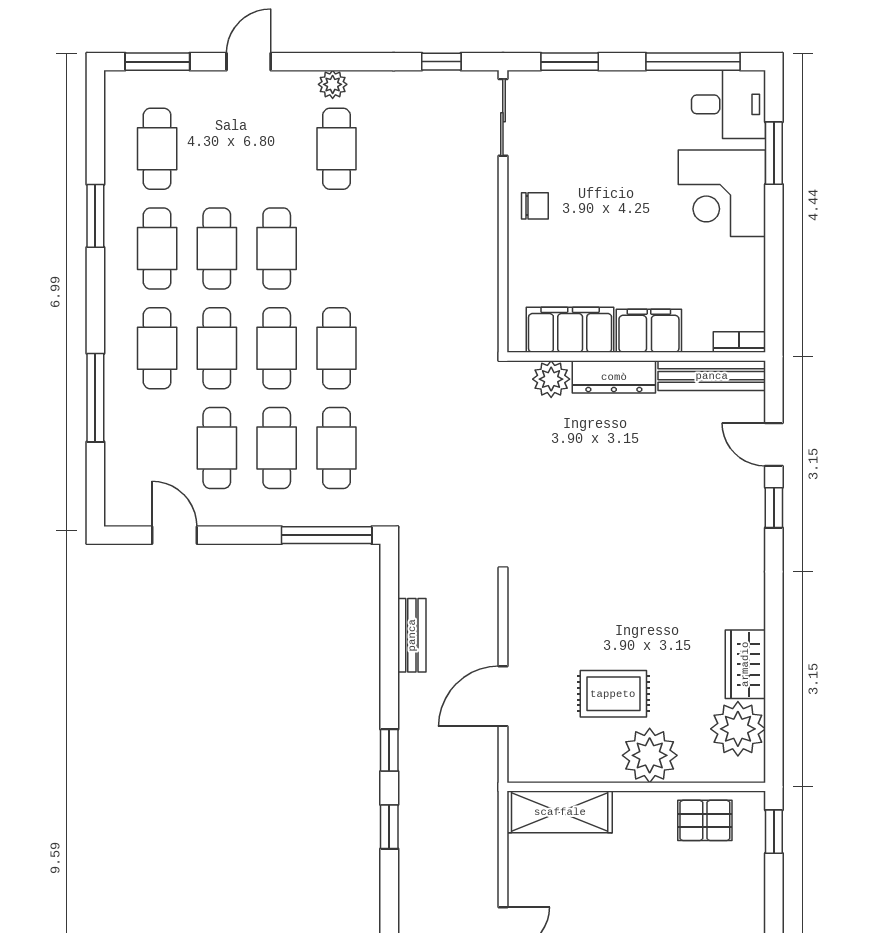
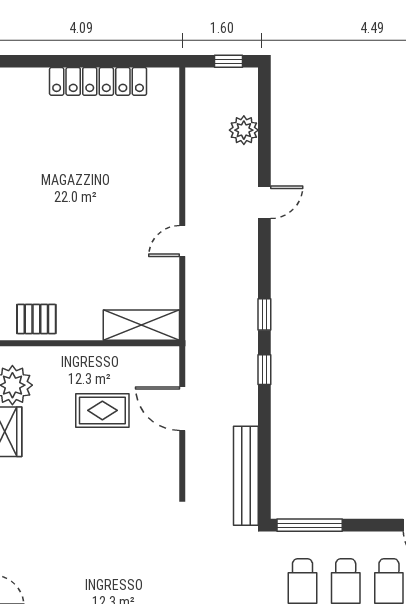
bench: (412, 635) -> (246, 476), width x1.86, depth x1.21
door: (503, 696) -> (182, 409), swing flipped
plant: (650, 755) -> (76, 366), removed

